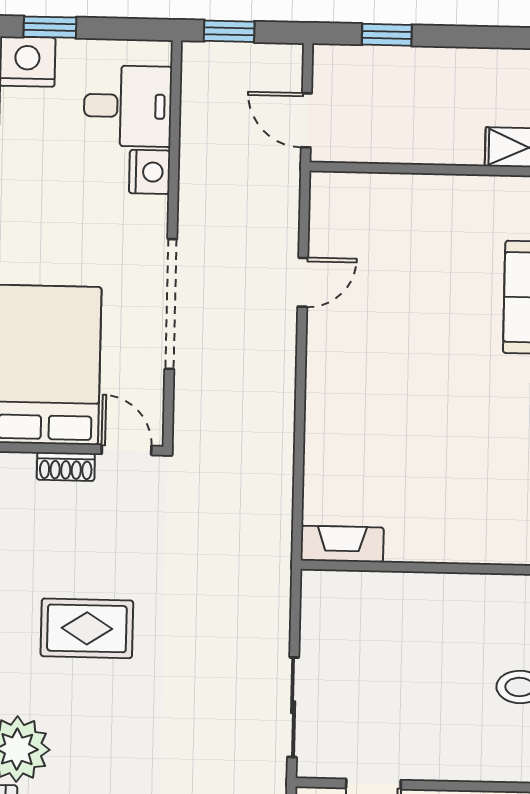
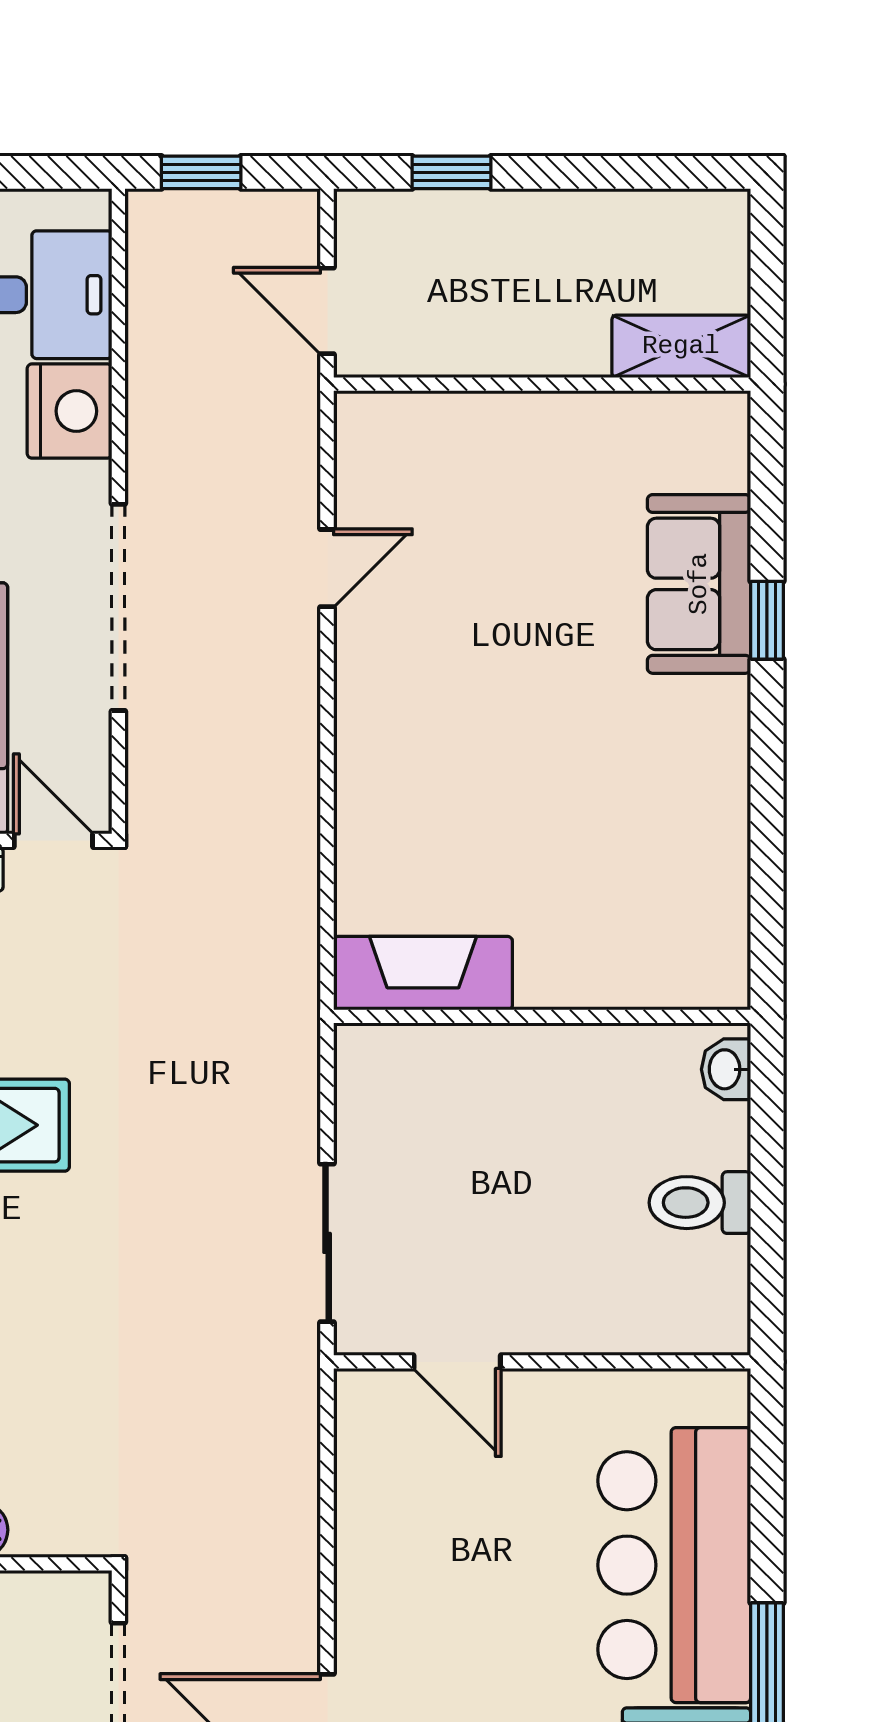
nightstand: (150, 172) -> (70, 411), width x1.36, depth x1.33
fireplace: (342, 544) -> (423, 973), width x1.37, depth x1.32

